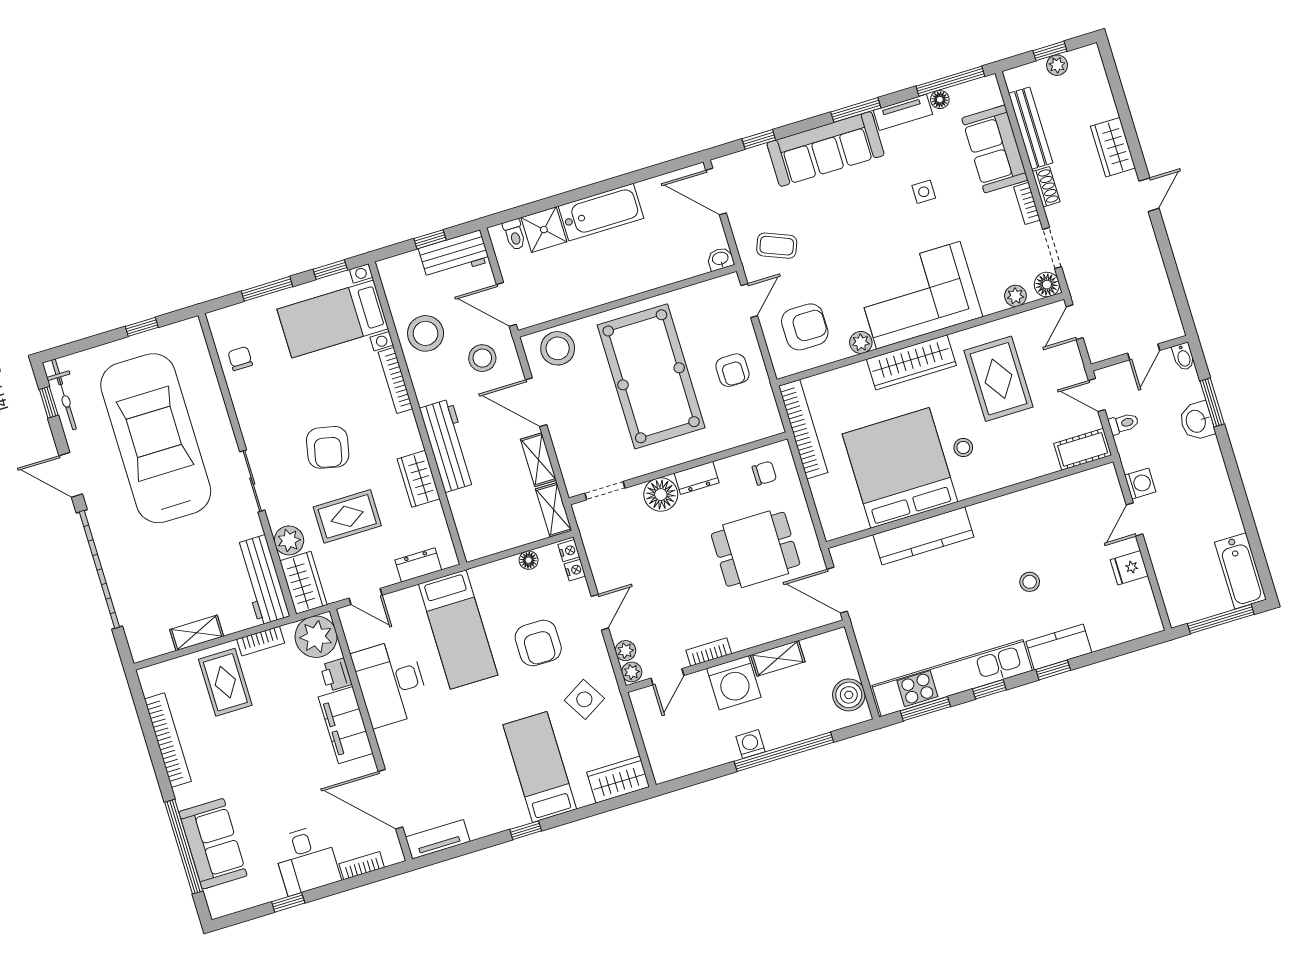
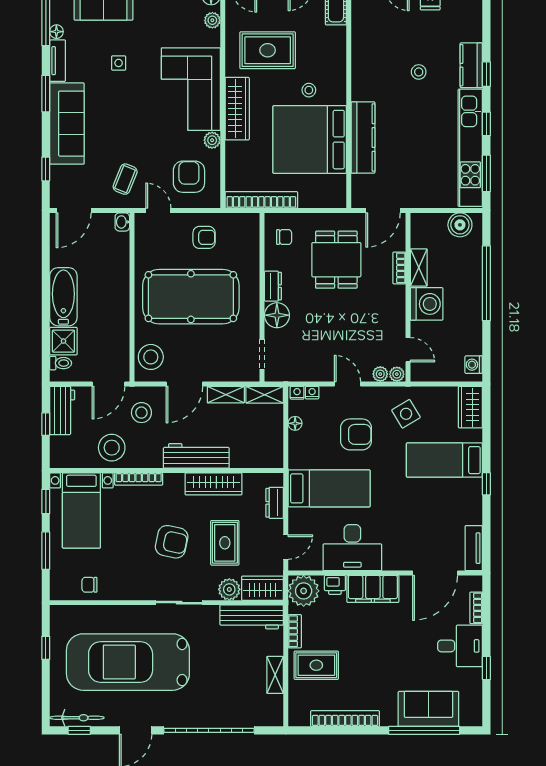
chair: (764, 473) -> (284, 237), turned 90
wardrobe: (419, 479) -> (214, 484), width x1.50
bookcase: (709, 652) -> (399, 268), moved
washing machine: (751, 744) -> (474, 365), moved

